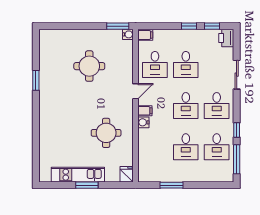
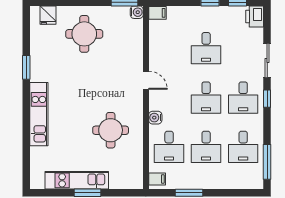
desk: (155, 64) -> (169, 147), moved
round table: (89, 66) -> (84, 34), moved
door: (136, 91) -> (146, 80), hinge flipped
filing cabinet: (145, 111) -> (157, 179), moved
kitchen unit: (46, 119) -> (39, 114), added
window: (237, 130) -> (267, 99), moved
fridge: (127, 174) -> (48, 15), moved, turned 180

